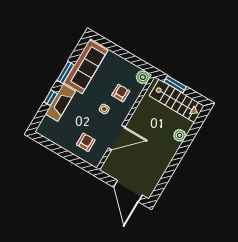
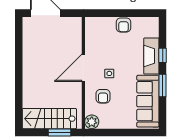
plant: (180, 135) -> (29, 90), removed
door: (117, 138) -> (83, 68), moved
armchair: (86, 142) -> (123, 25), moved

